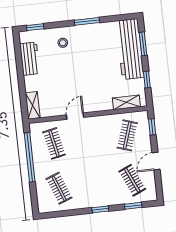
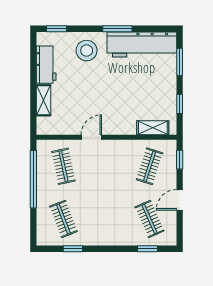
stool: (63, 43) -> (87, 51), width x1.89, depth x1.89
workbench: (130, 49) -> (142, 44), moved, turned -90
shelving: (33, 105) -> (44, 100), moved
window: (100, 209) -> (73, 249), moved

